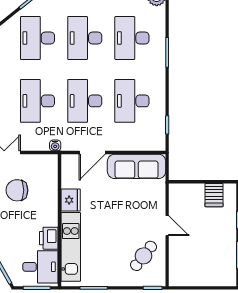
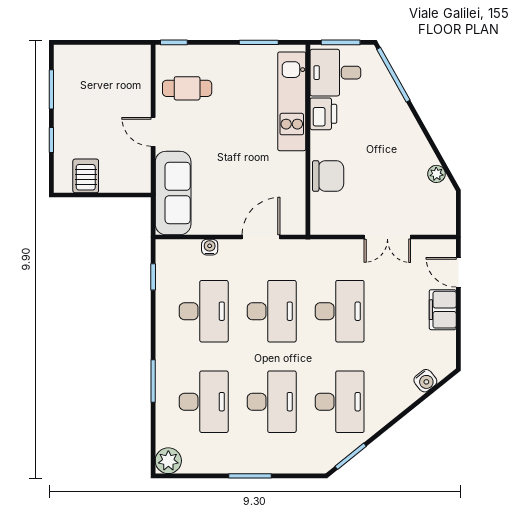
water cooler: (55, 145) -> (210, 247), moved
sofa: (137, 166) -> (173, 193), moved, turned 90
chair: (17, 190) -> (328, 176), moved
fridge: (71, 200) -> (292, 169), removed
cafe table: (144, 256) -> (187, 88), turned 52

